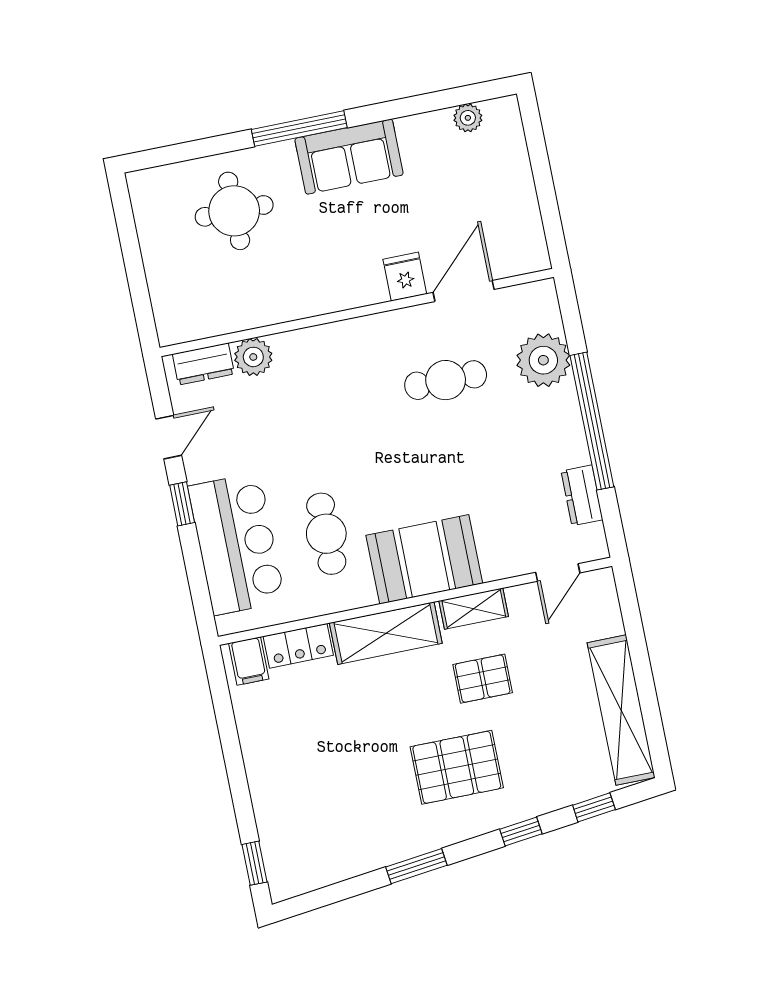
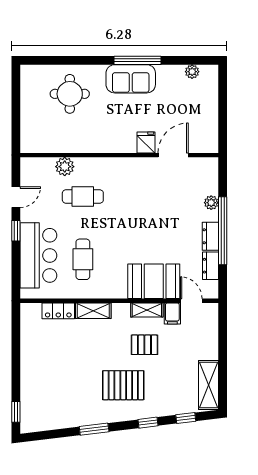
window: (299, 128) -> (138, 60), moved
plant: (543, 360) -> (211, 203), width x0.53, depth x0.53
dresser: (203, 364) -> (210, 236), moved, turned 90
cafe table: (446, 380) -> (83, 196), moved
booth: (424, 559) -> (154, 281), moved
door: (558, 573) -> (191, 301), swing flipped
shelving: (386, 633) -> (93, 311), width x0.67, depth x0.75
filing cabinet: (249, 661) -> (172, 313), moved
shelving: (621, 710) -> (208, 385), width x0.68

